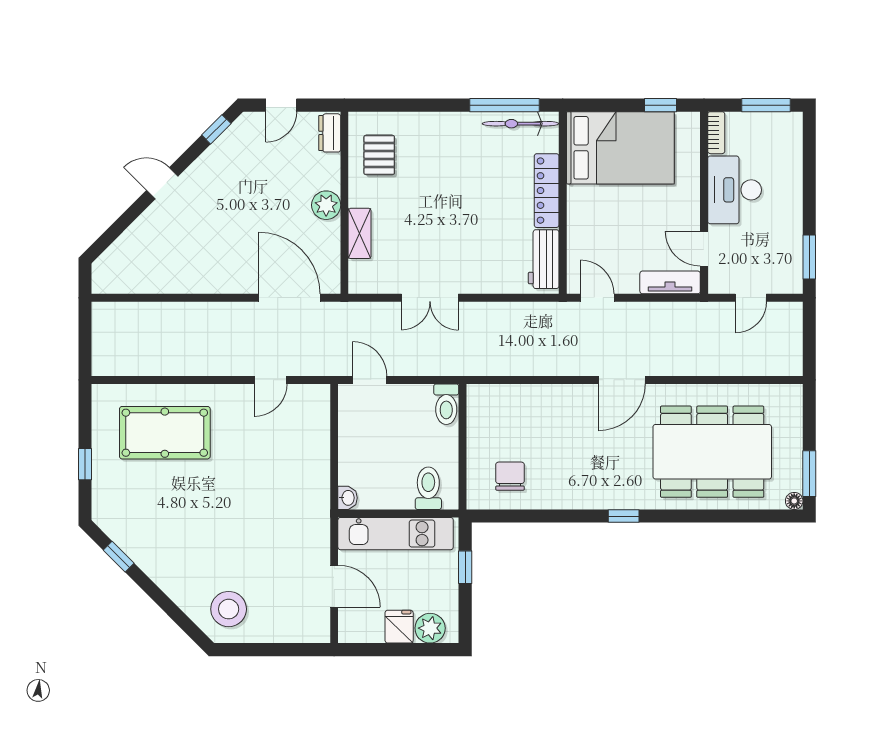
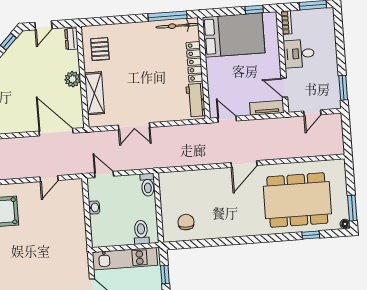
desk: (735, 190) -> (299, 54), width x0.73
shelving: (360, 233) -> (94, 93), width x1.50, depth x1.33
washbasin: (348, 498) -> (94, 208), moved
window: (624, 516) -> (311, 235), moved

